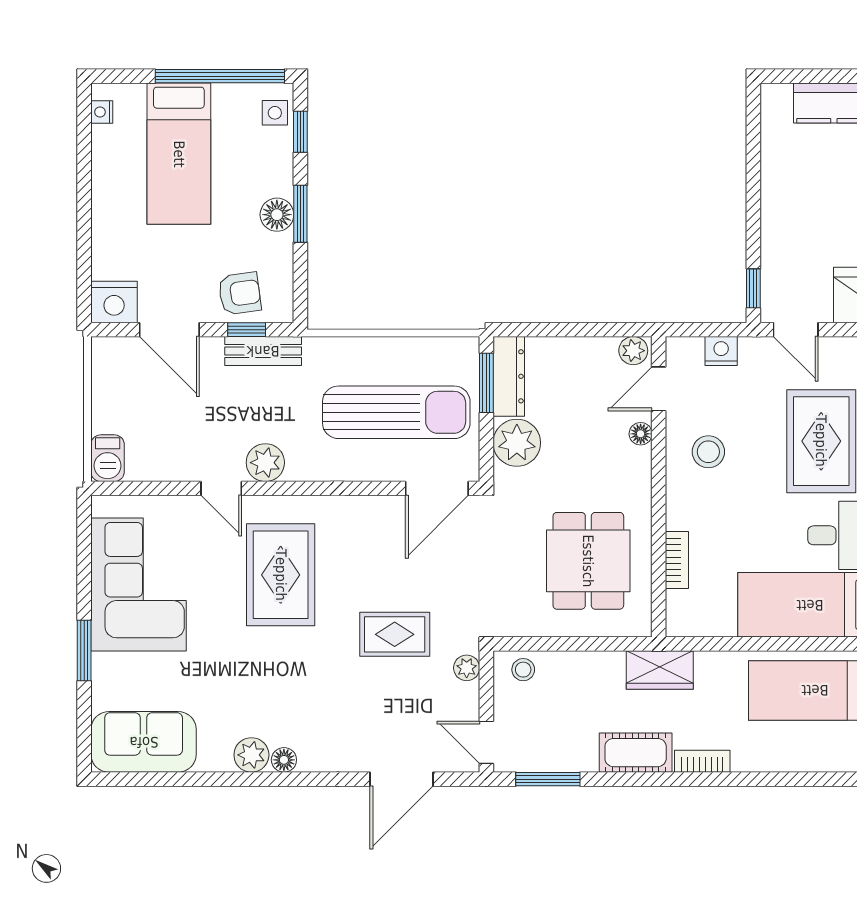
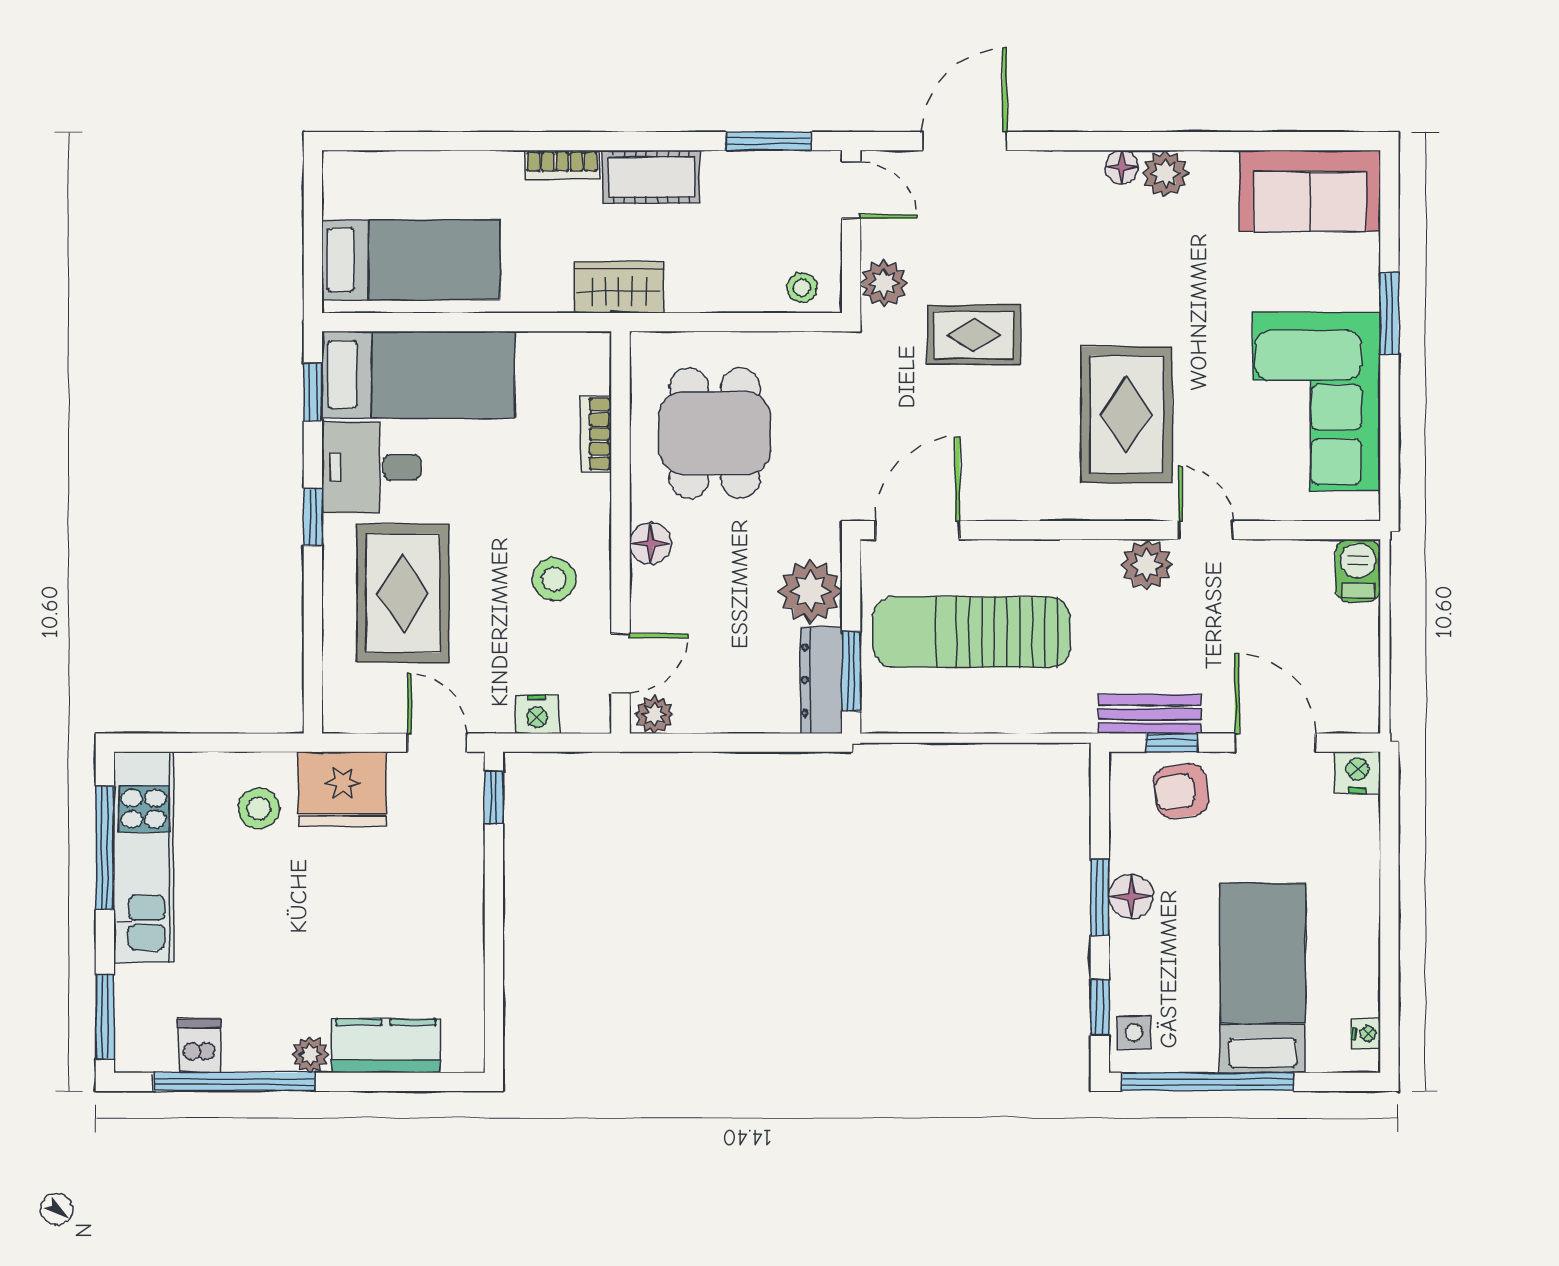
nightstand: (114, 302) -> (1357, 773), width x0.74, depth x0.75
floor lamp: (641, 434) -> (650, 543), moved, width x1.37, depth x1.37
plant: (467, 668) -> (884, 283), width x1.38, depth x1.38

